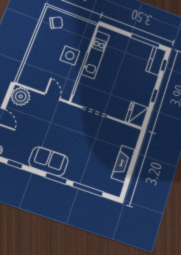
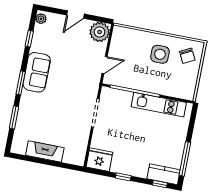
side table: (70, 56) -> (160, 54), moved
window: (88, 189) -> (14, 117), width x0.69

